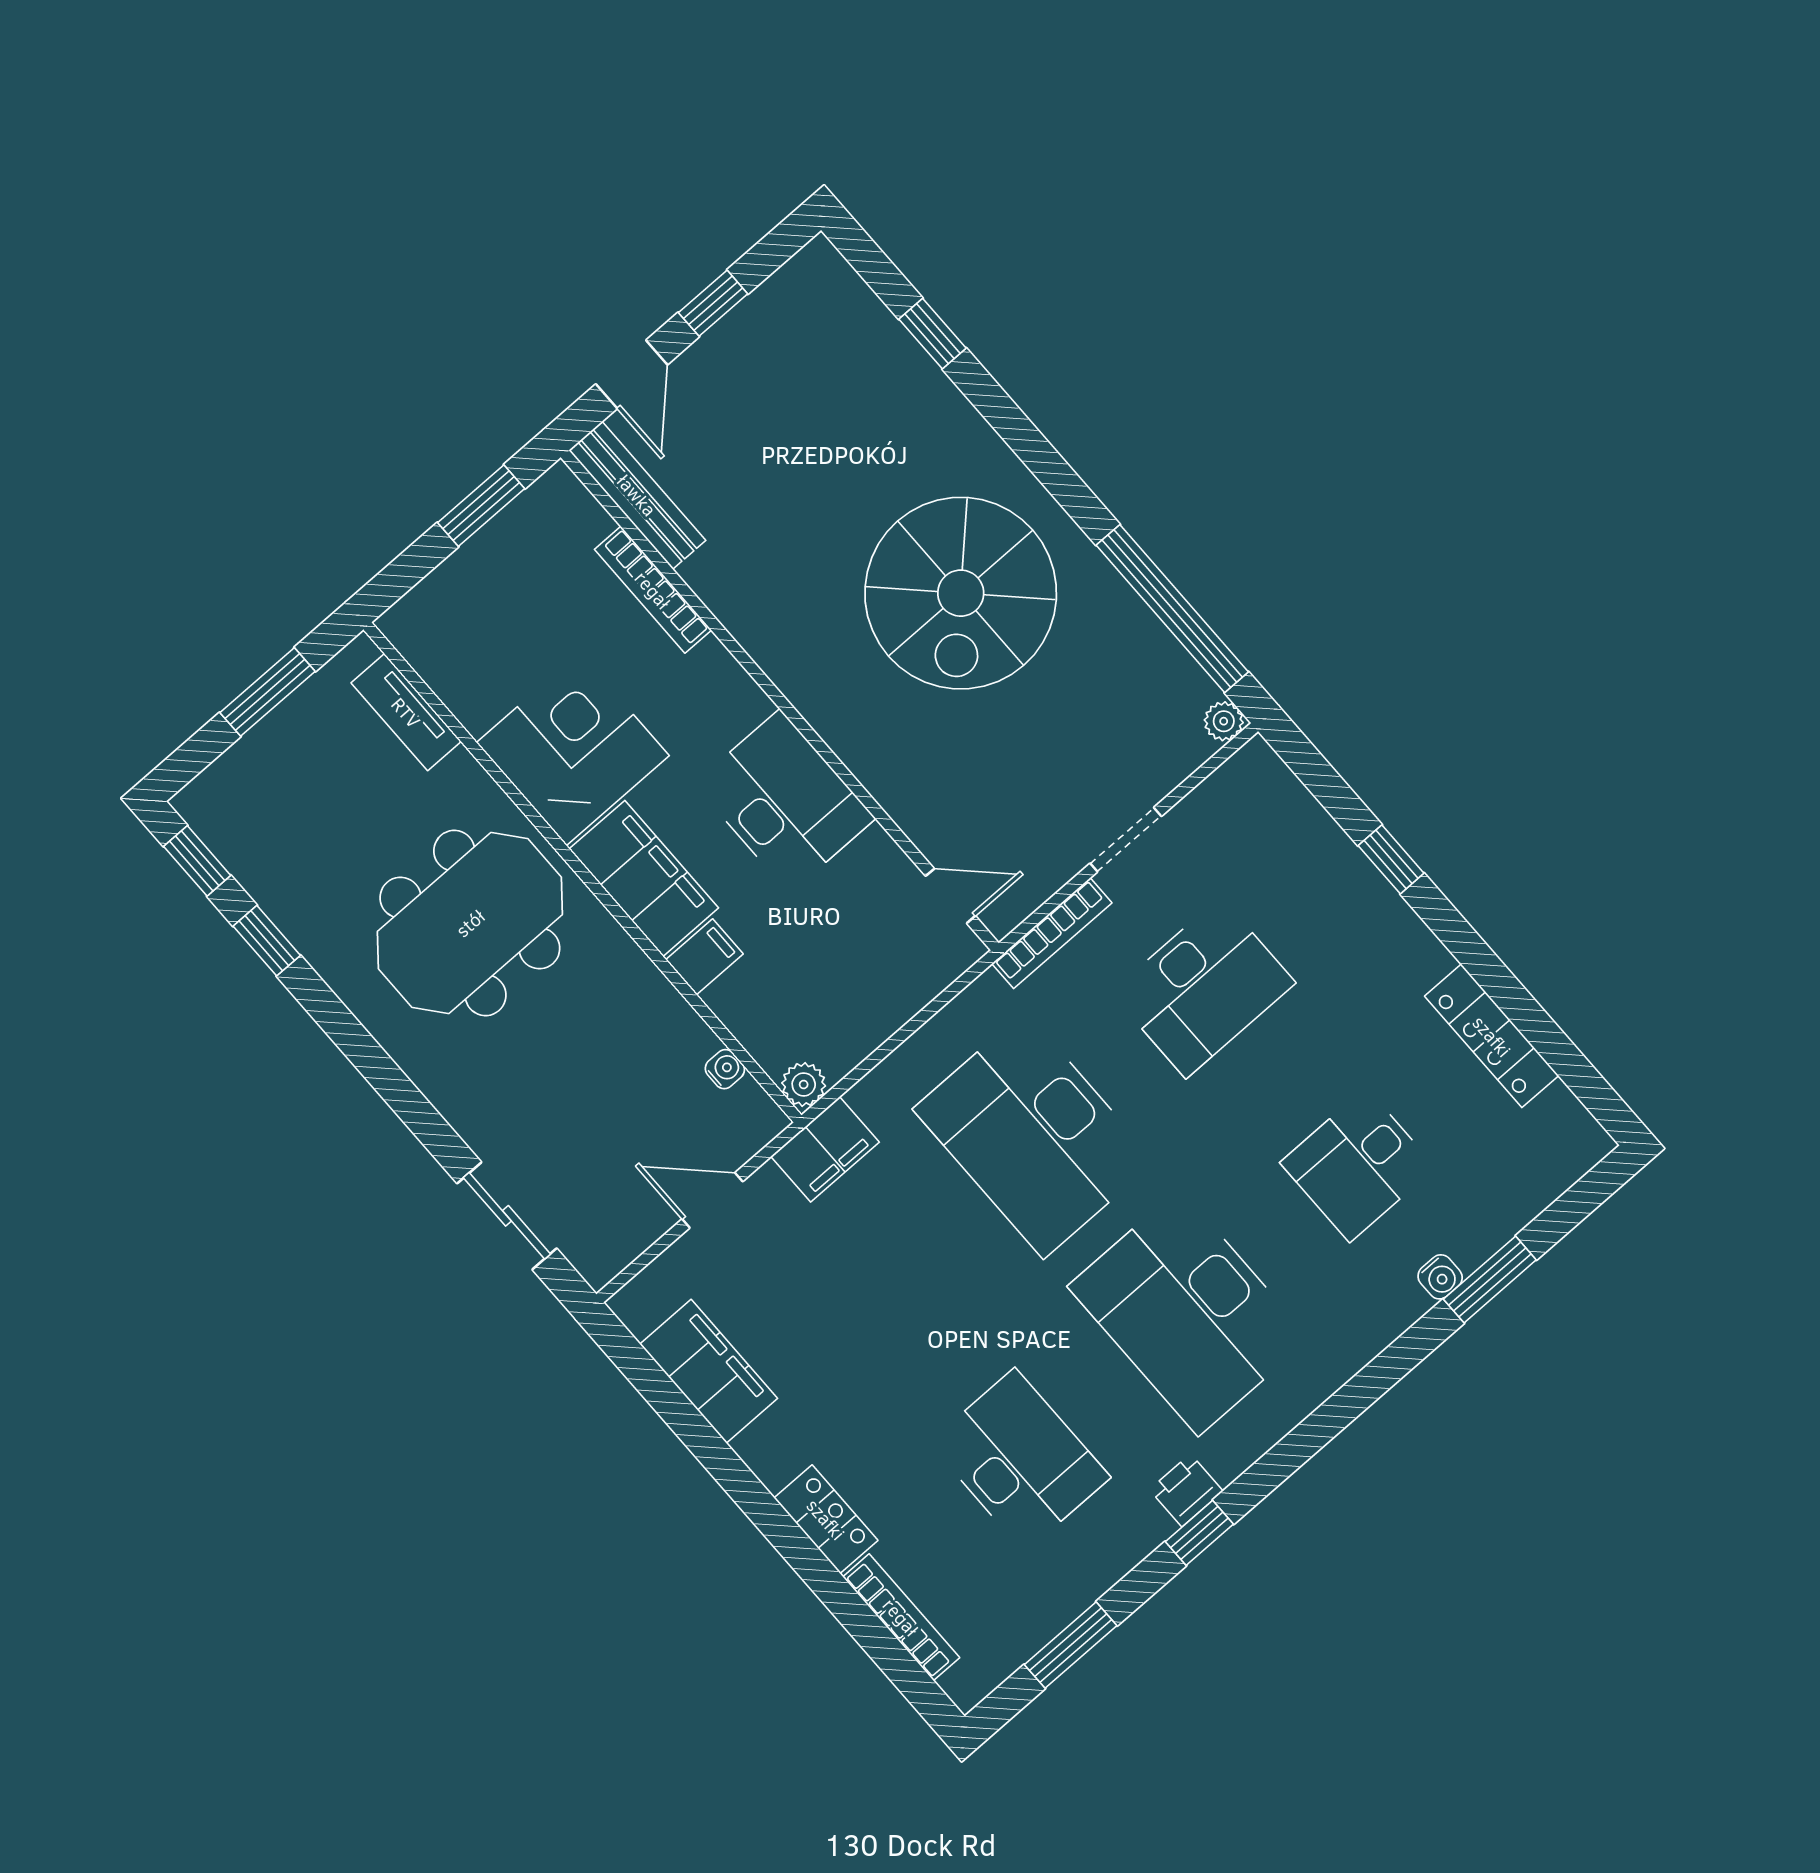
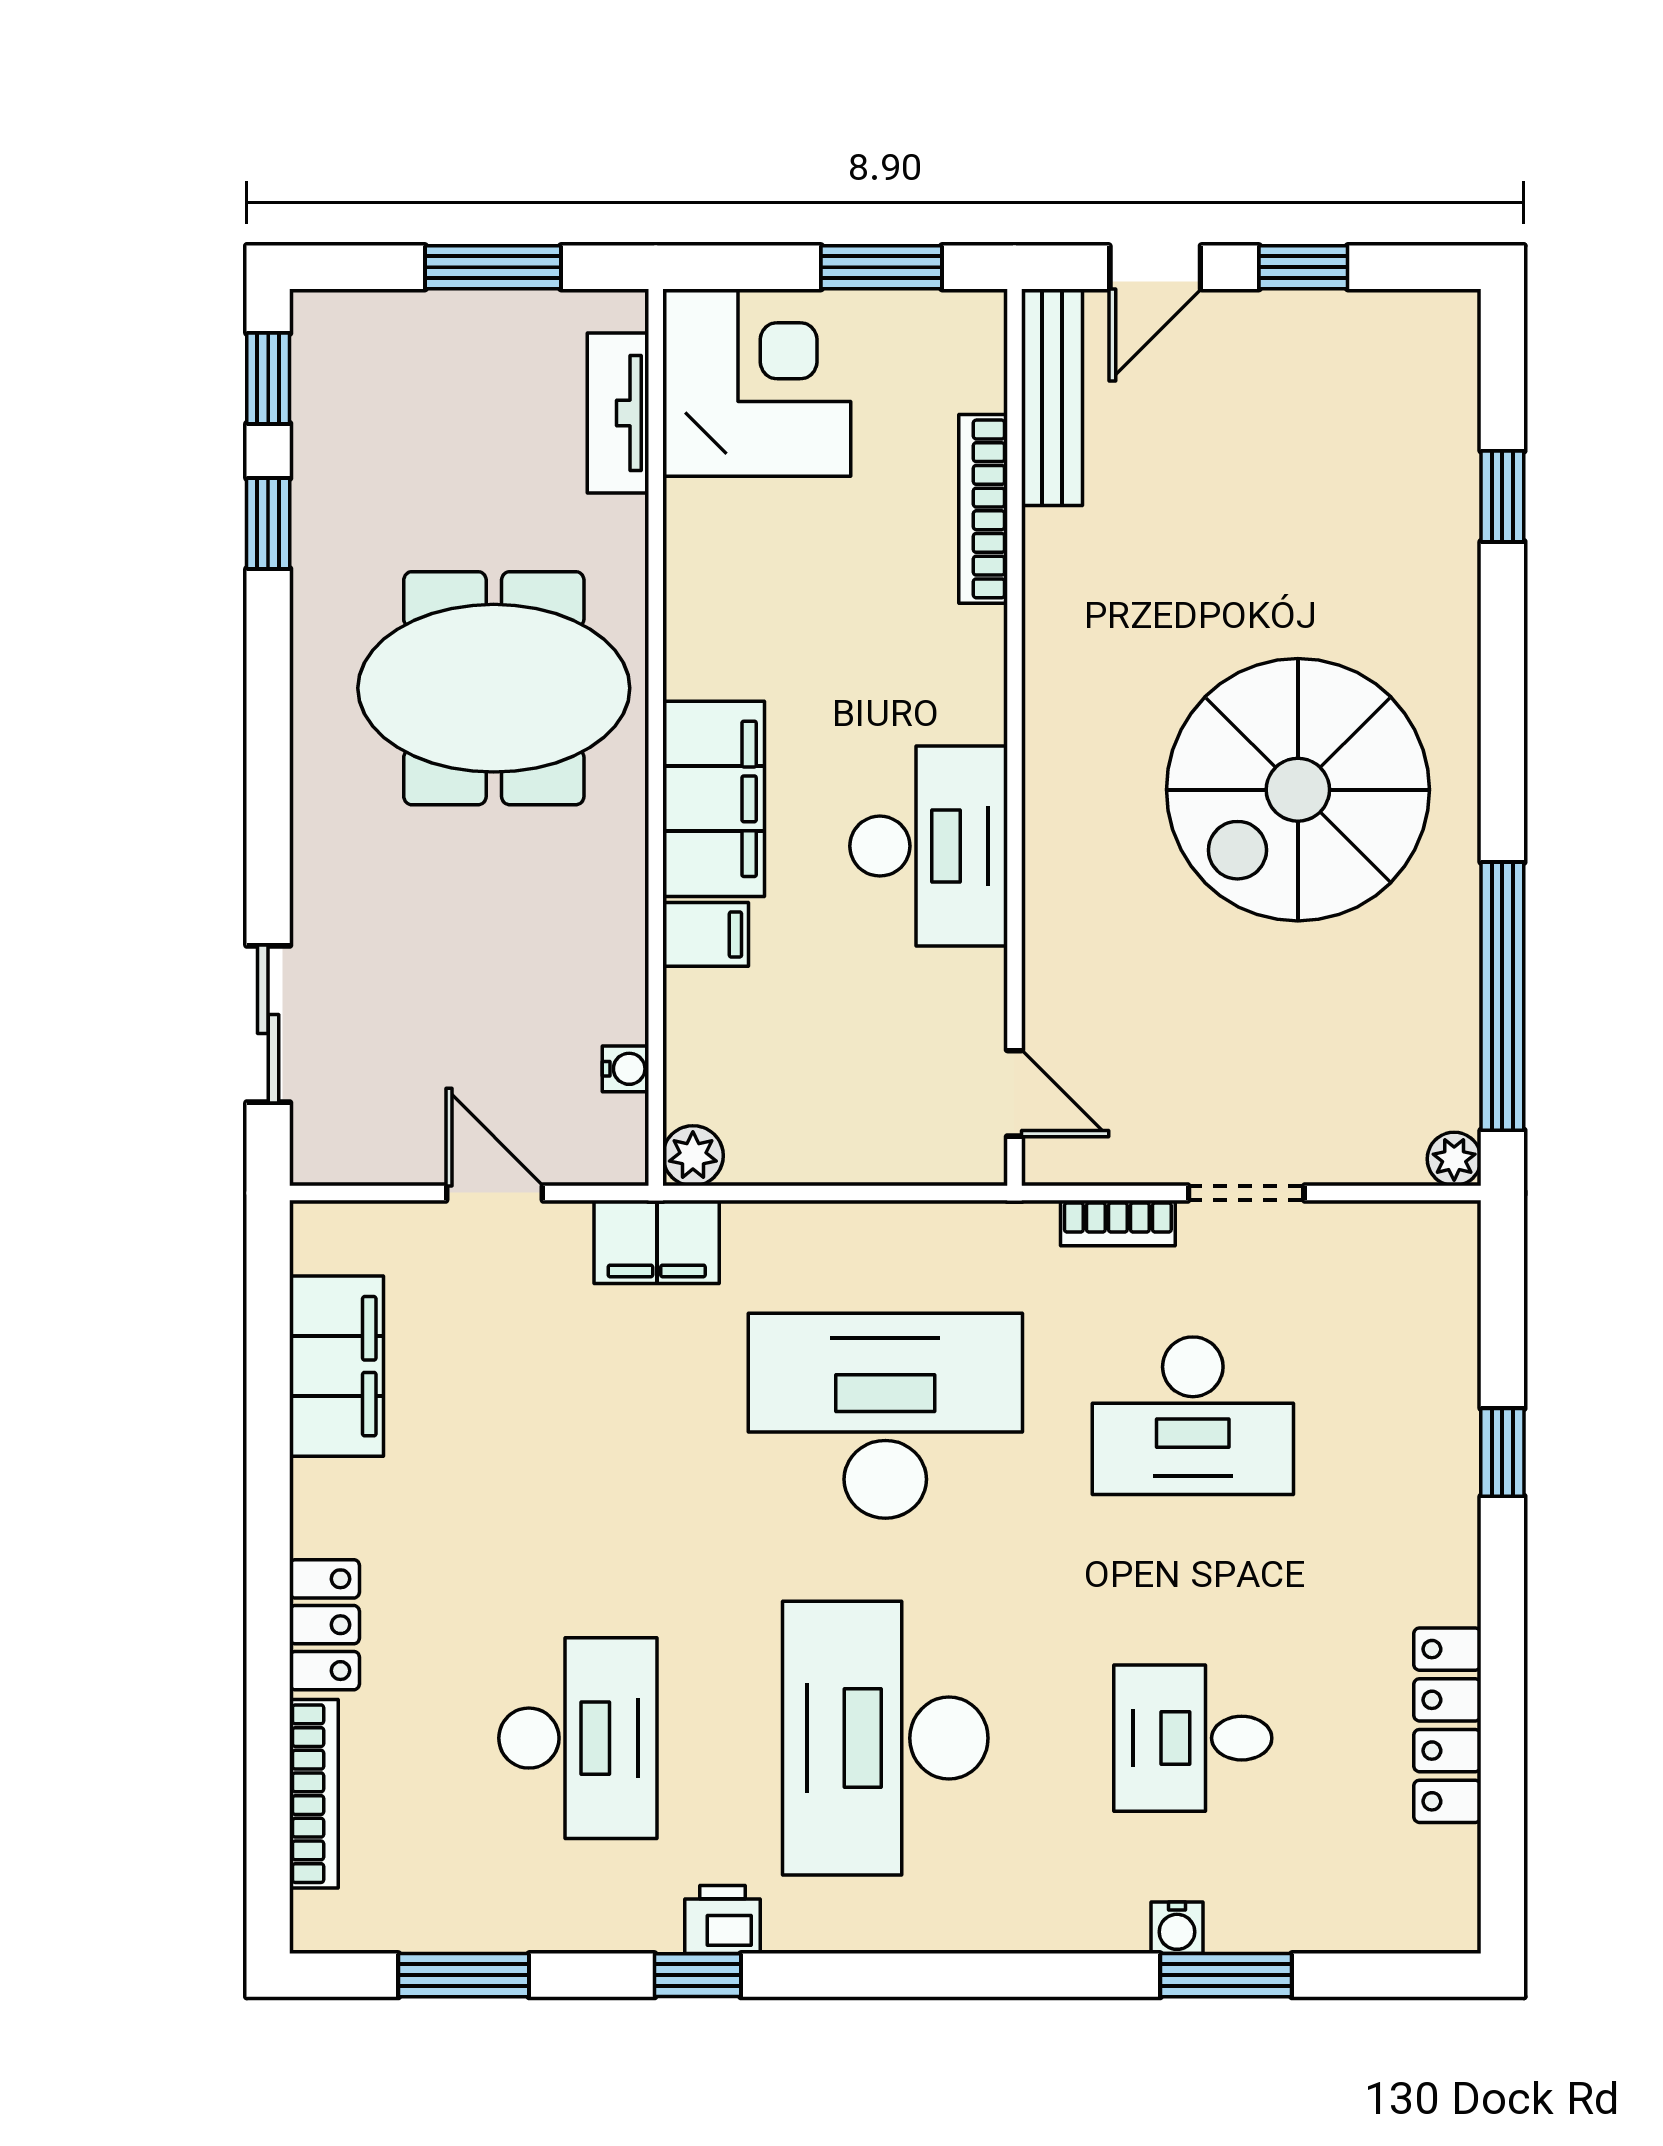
corner desk: (573, 749) -> (757, 383), moved
bookcase: (1052, 933) -> (1118, 1223), width x0.64
desk: (1034, 1135) -> (885, 1416), turned 90

